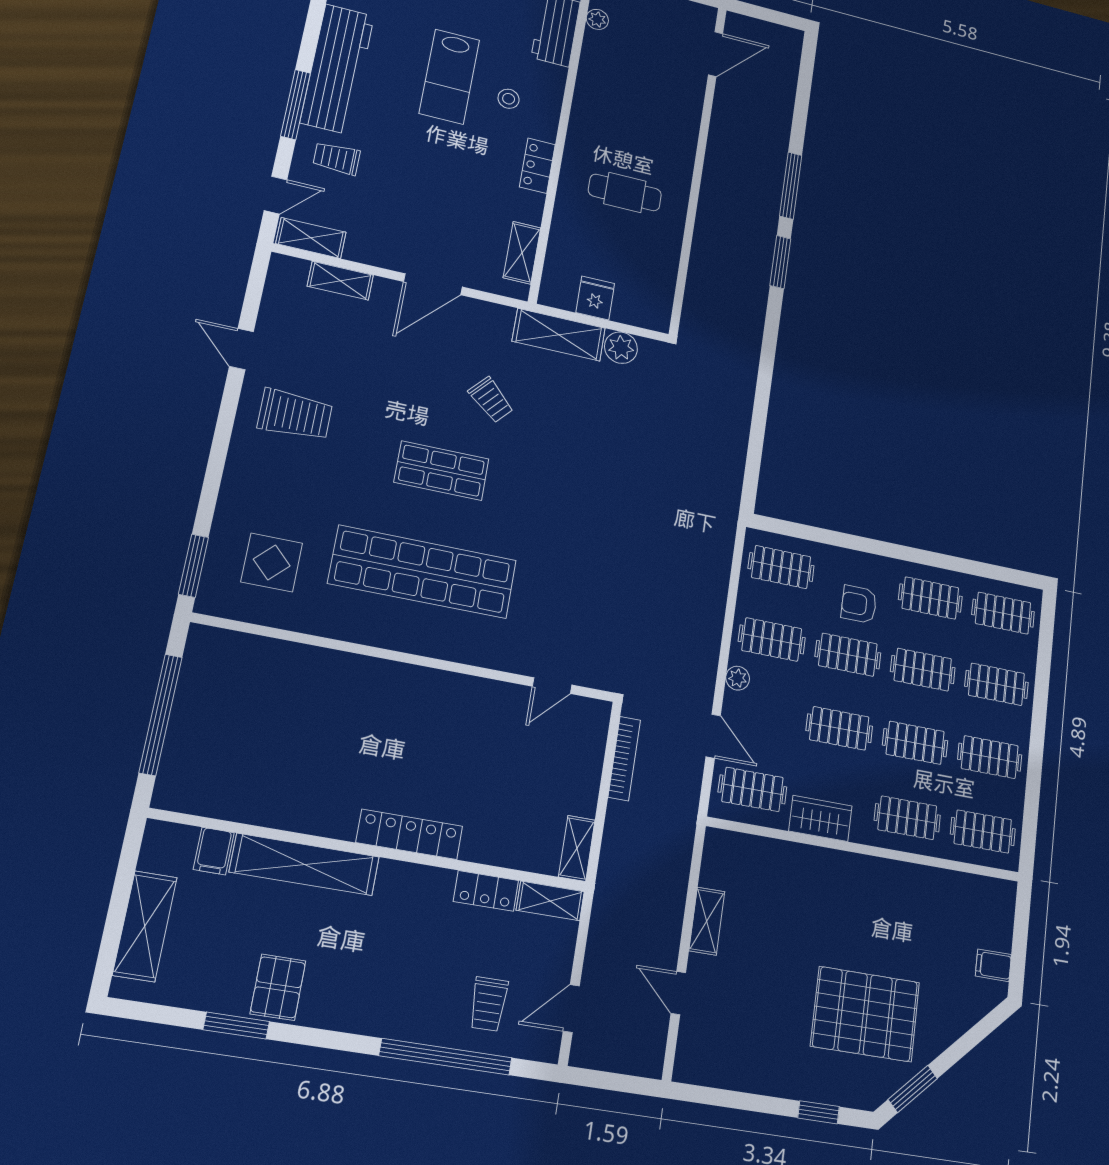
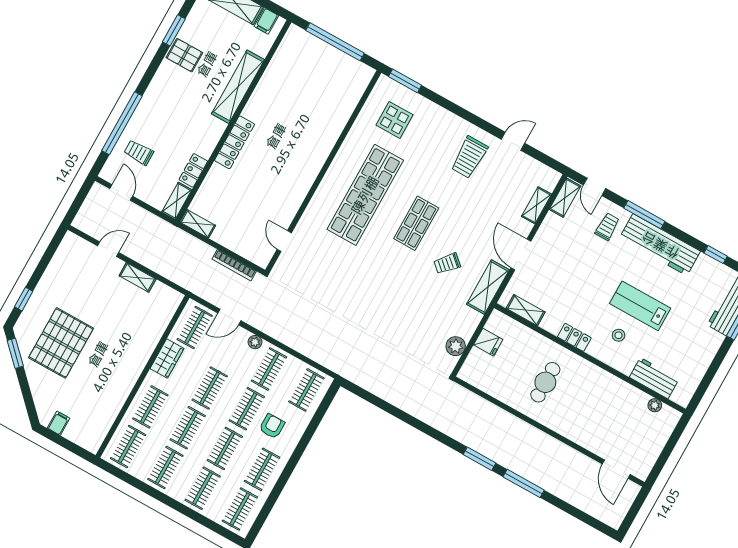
shelving: (559, 335) -> (488, 287), moved
filing cabinet: (214, 851) -> (266, 21), moved, turned -90

